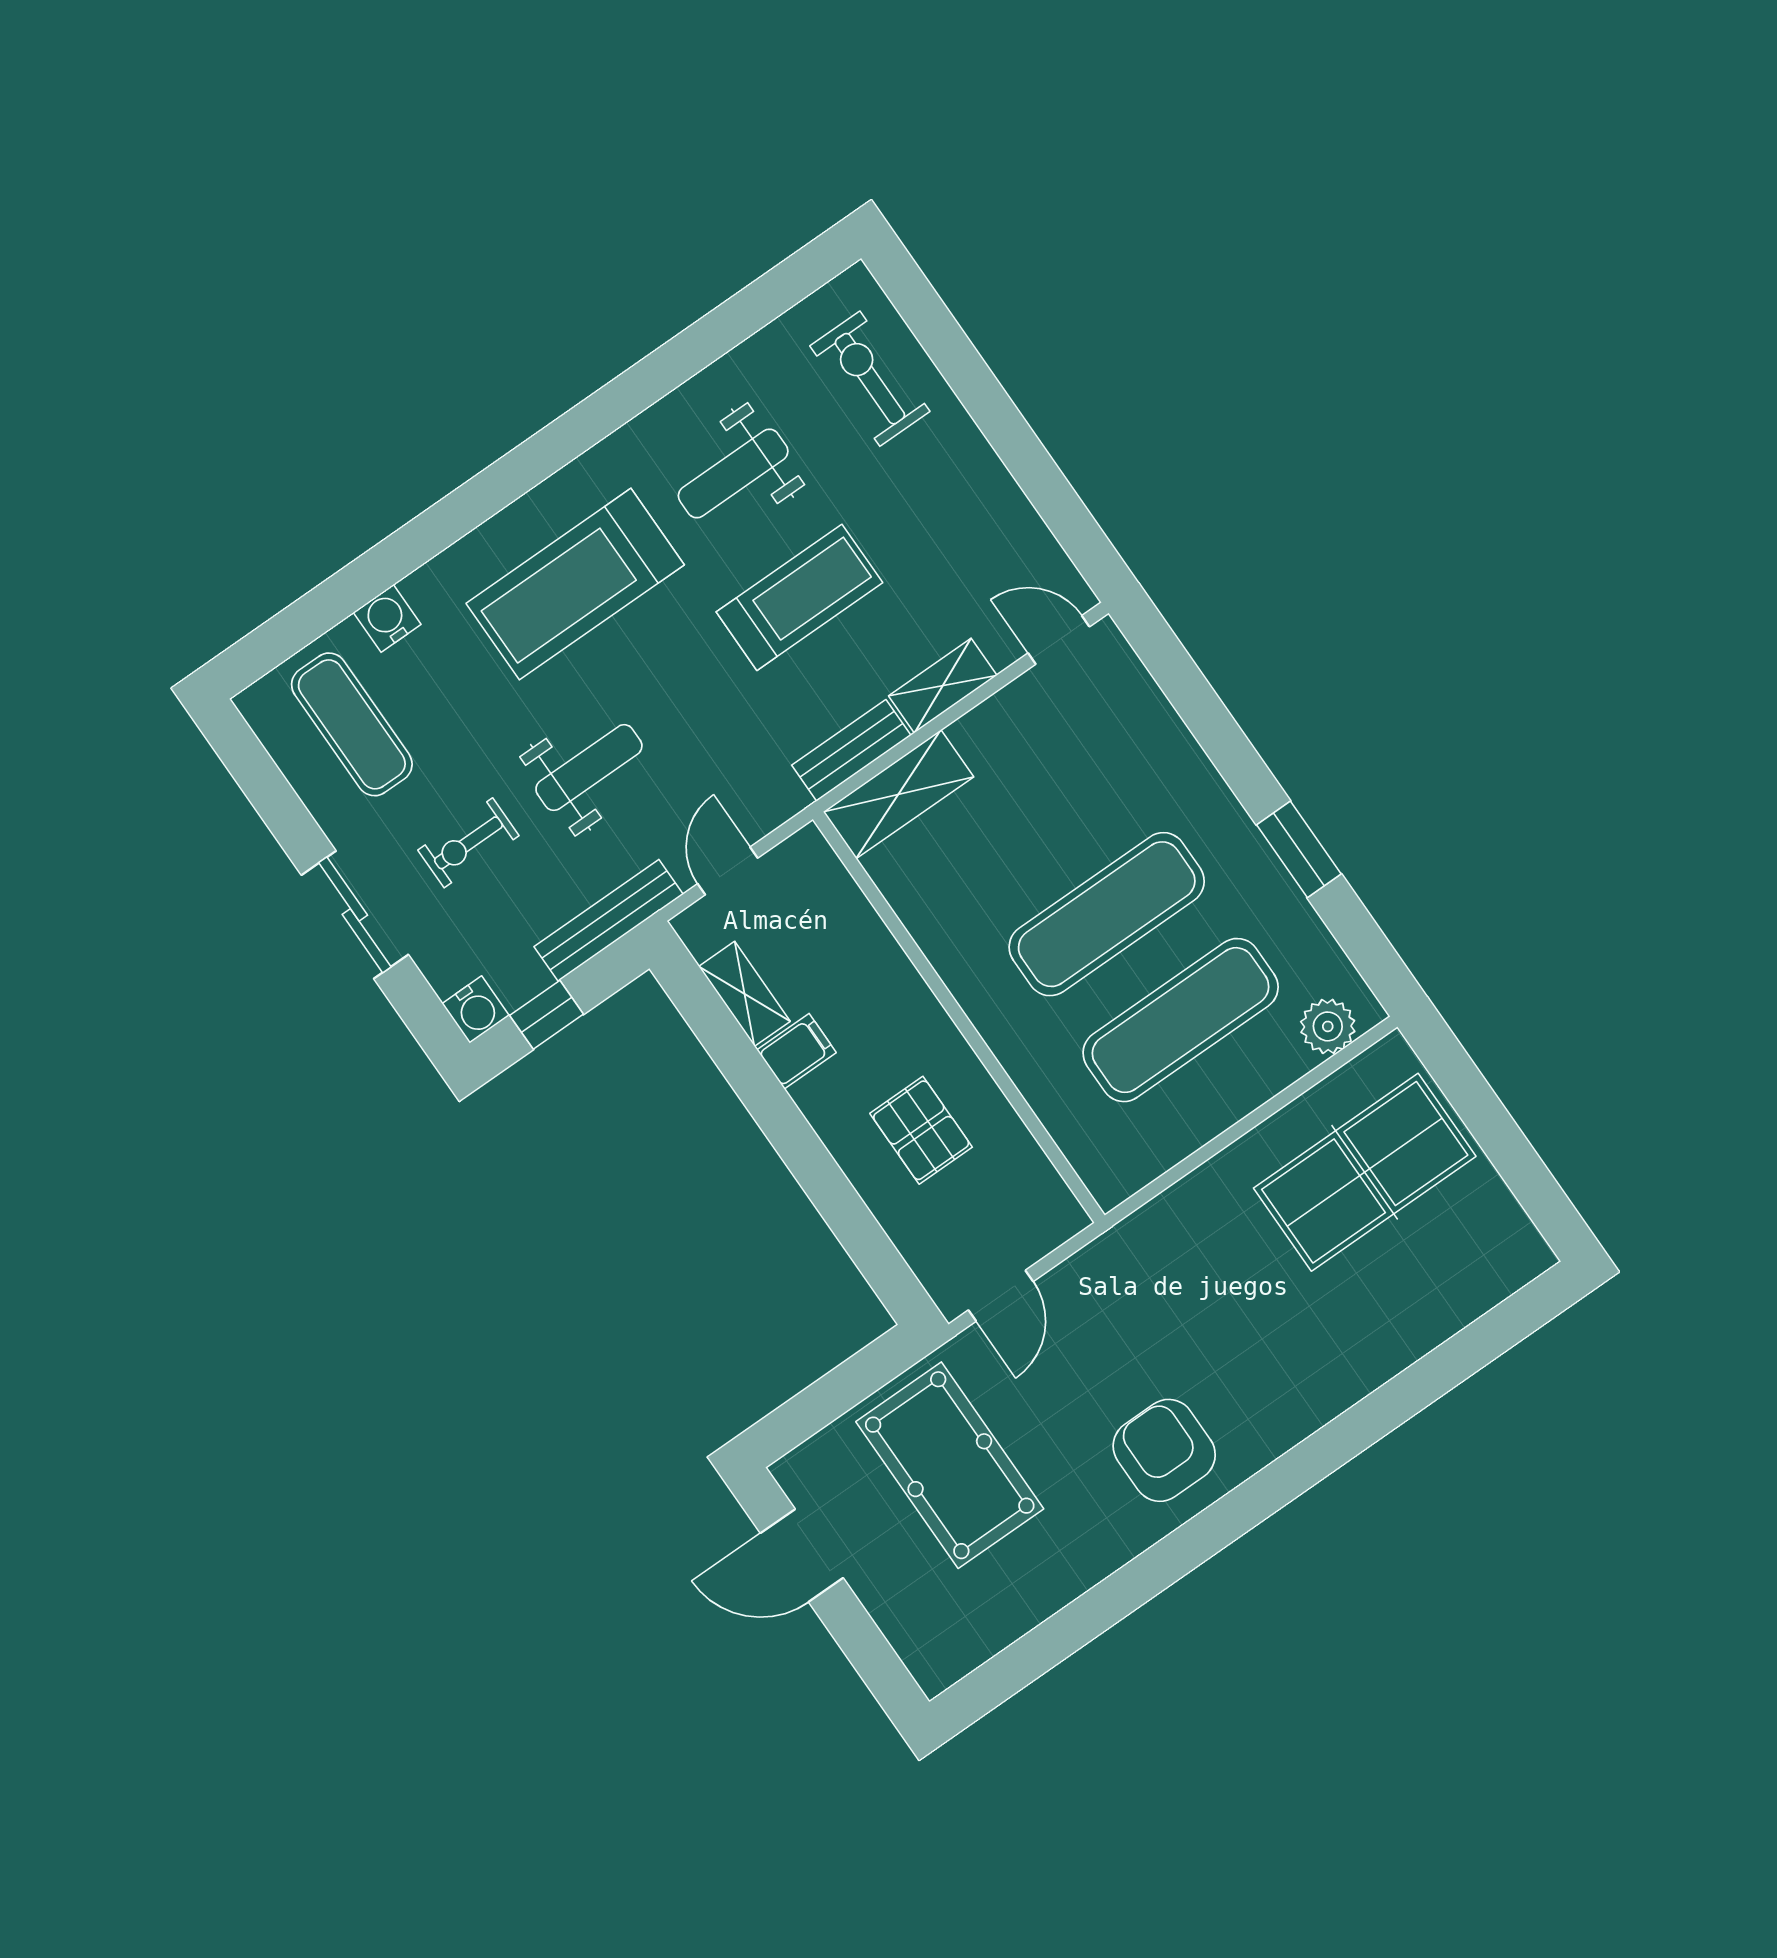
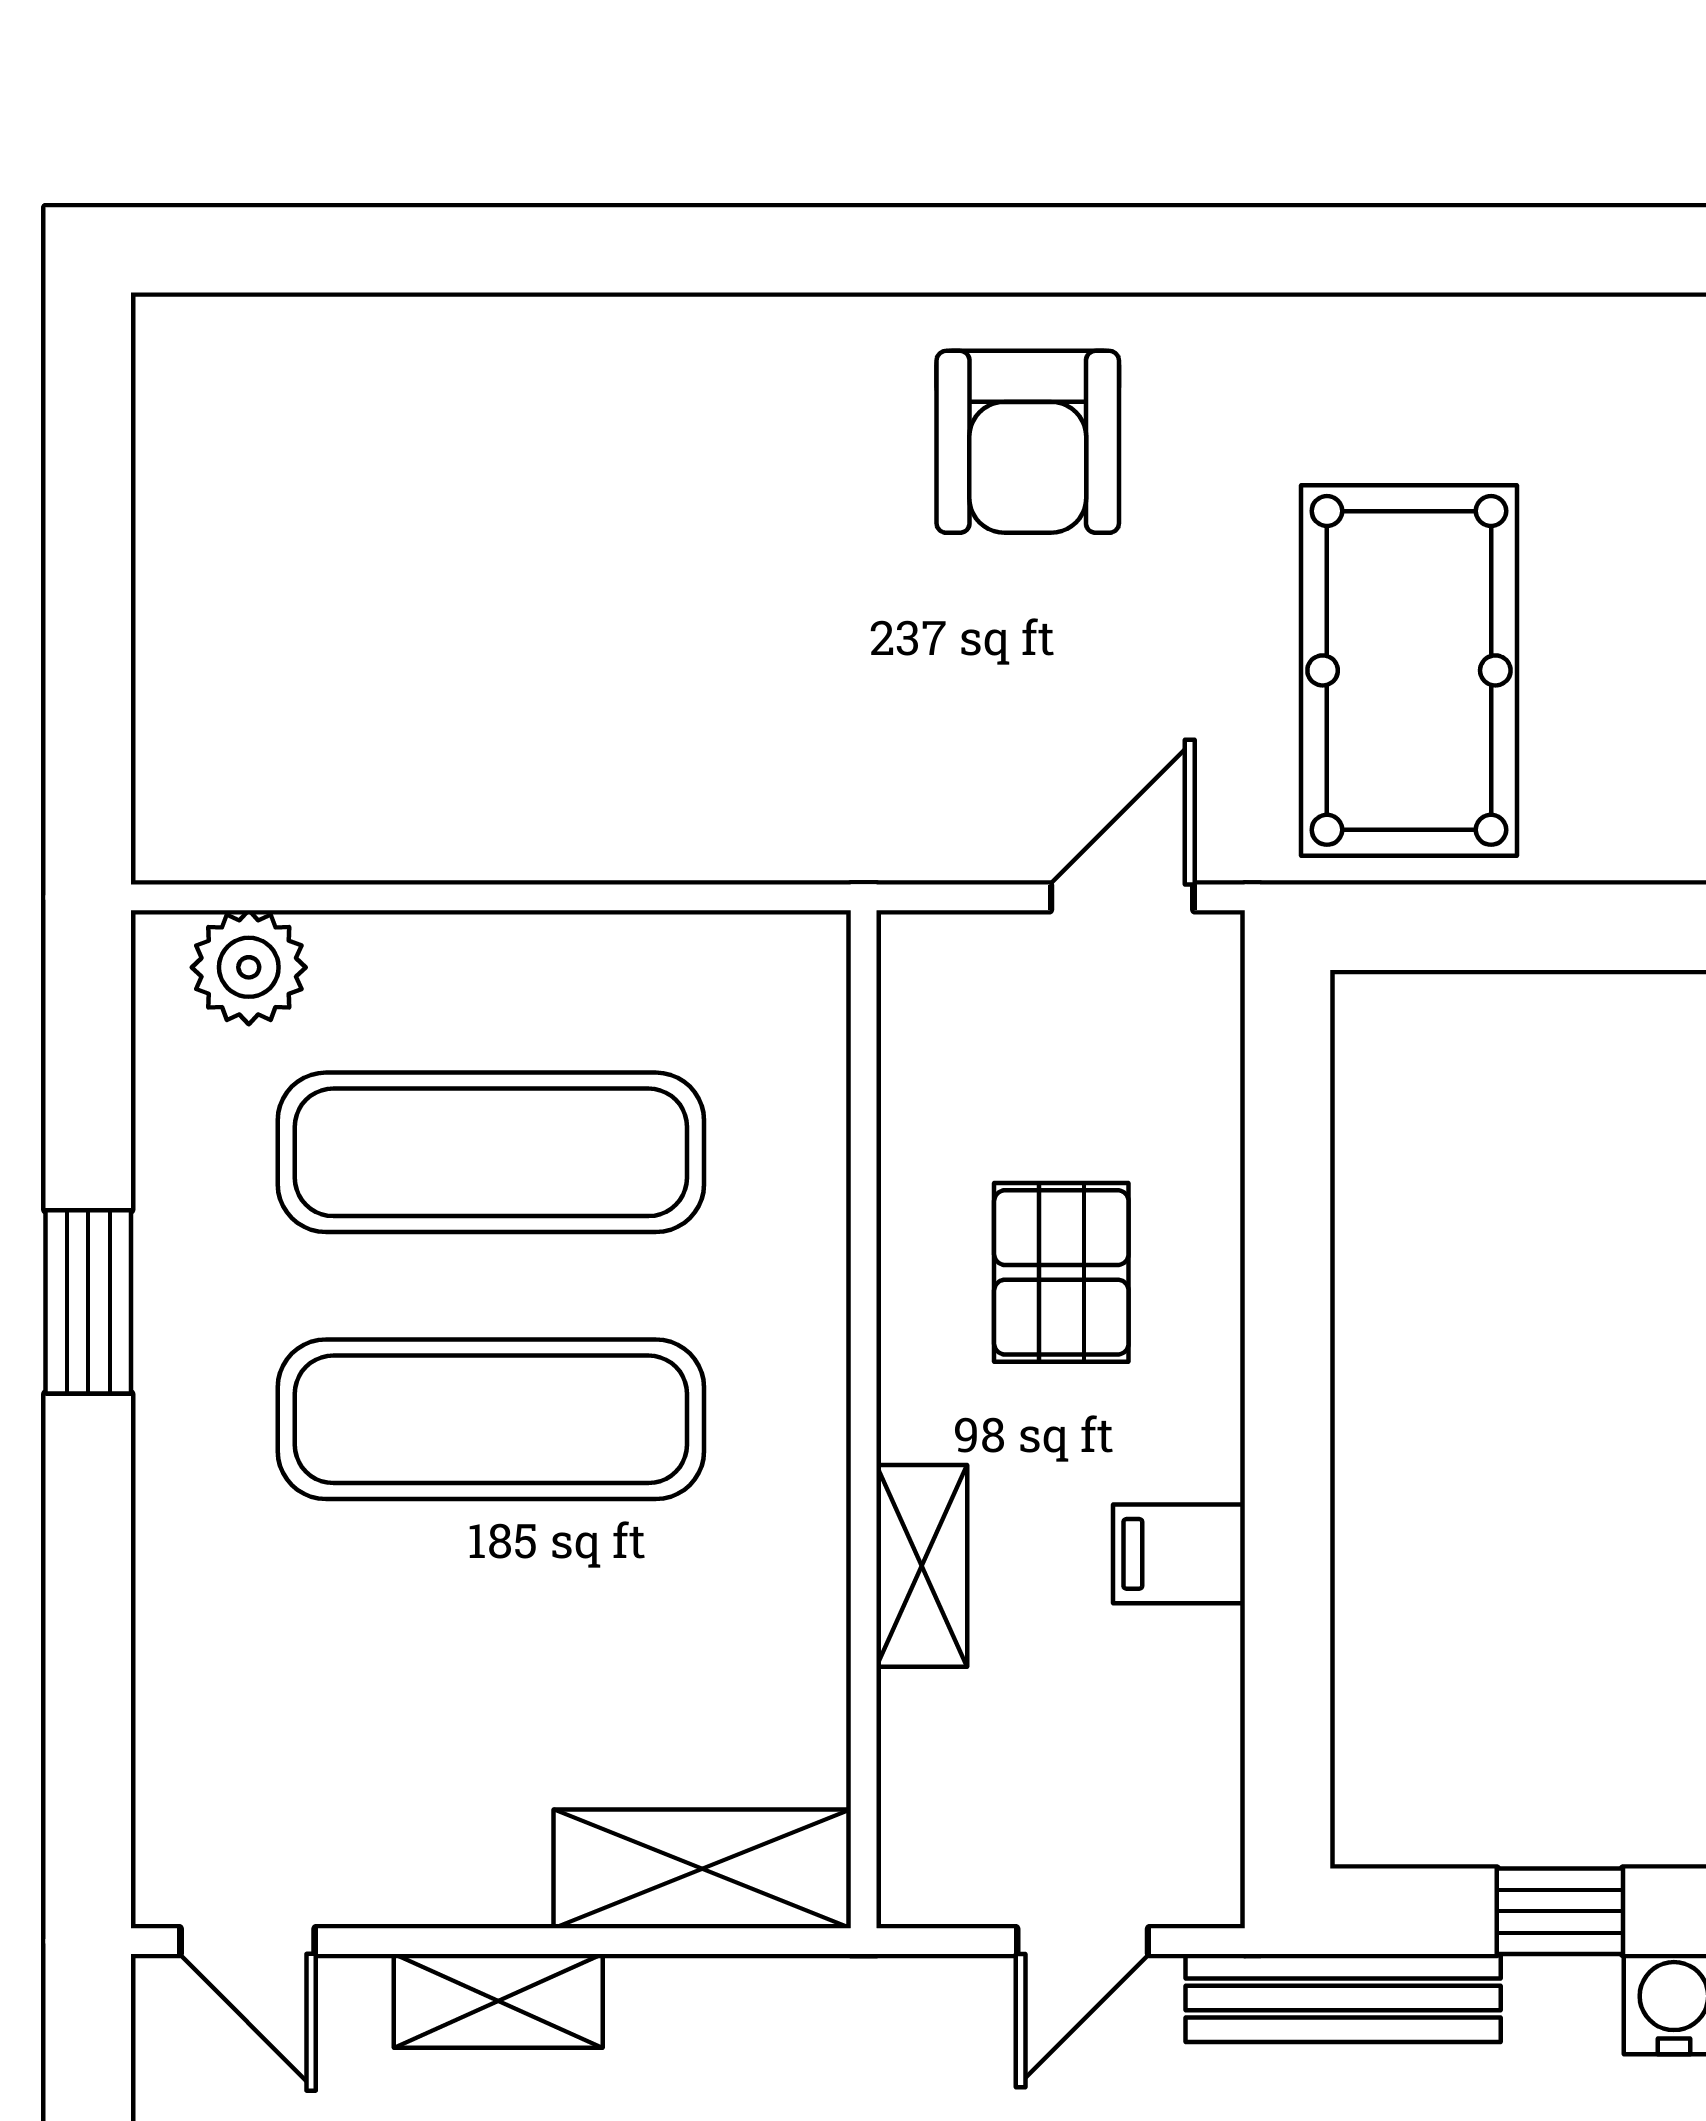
bench: (851, 750) -> (730, 1999), removed
shelving: (744, 994) -> (922, 1566), moved
table tennis table: (1365, 1172) -> (359, 676), removed

